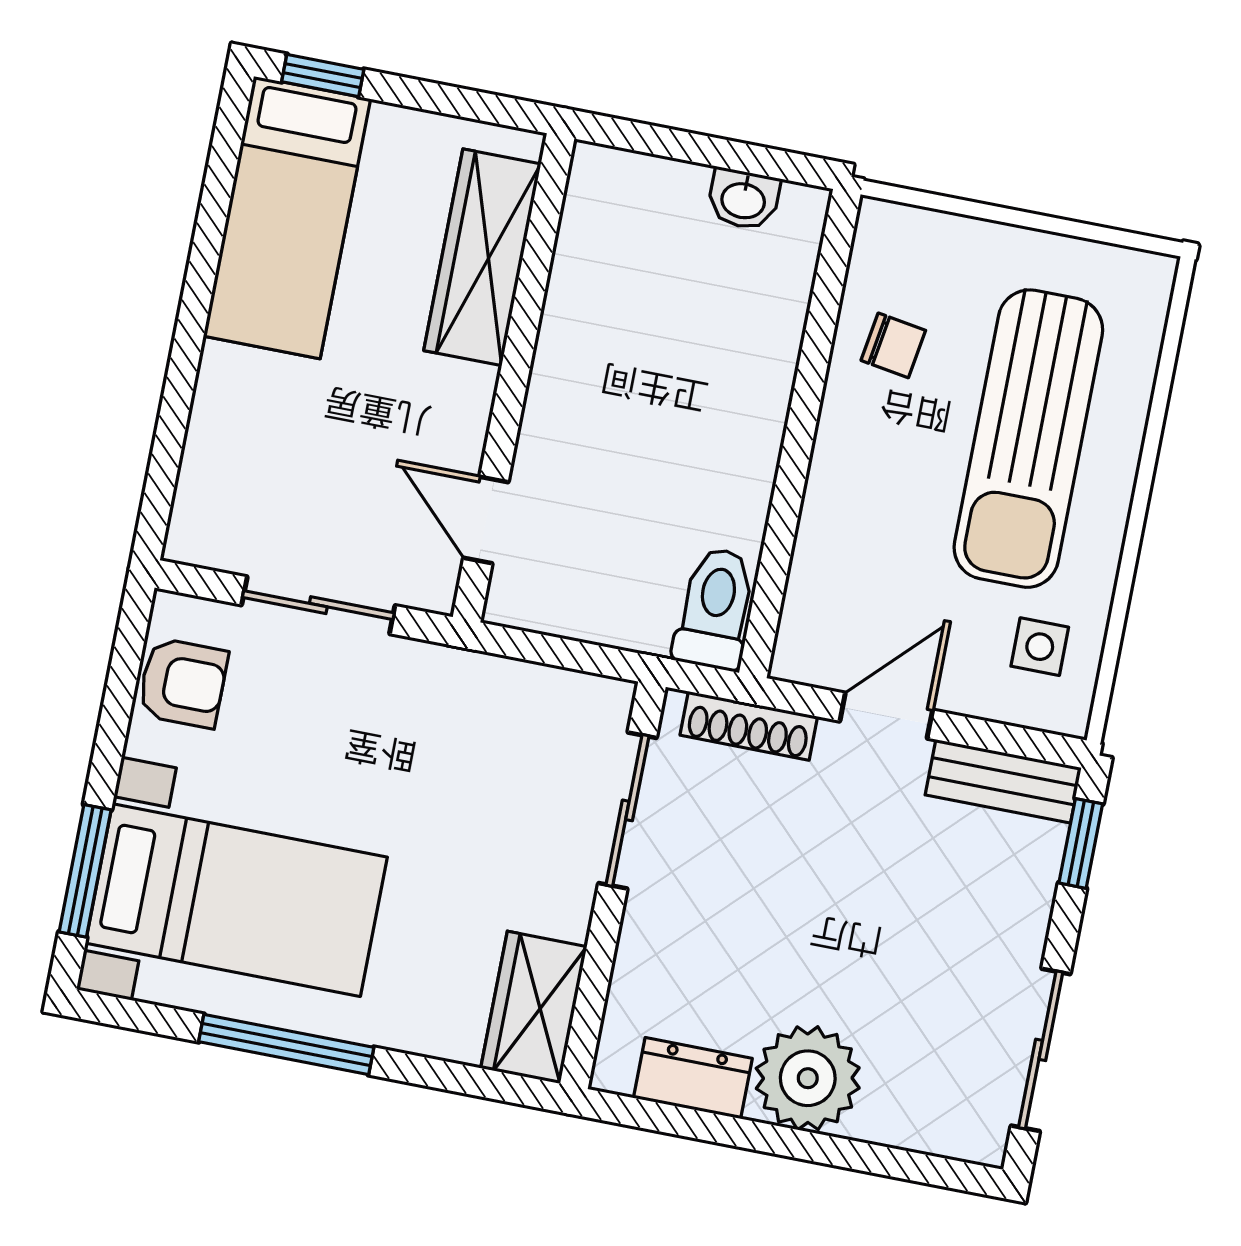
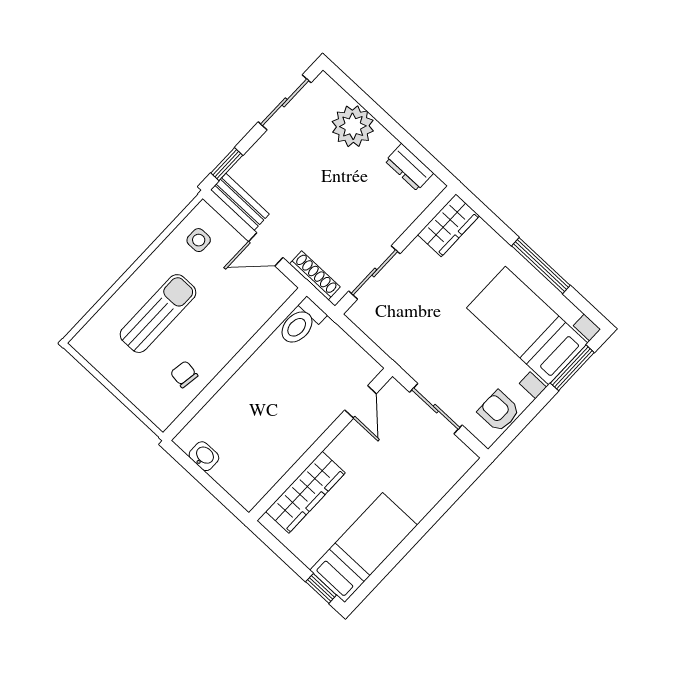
sun lounger: (1028, 439) -> (158, 314), width x0.73, depth x0.75
plant: (808, 1078) -> (353, 126), moved

